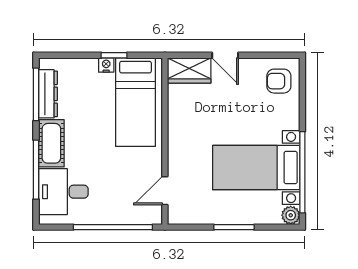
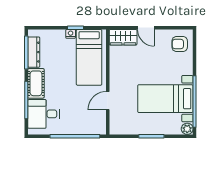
door: (165, 191) -> (108, 101), moved

